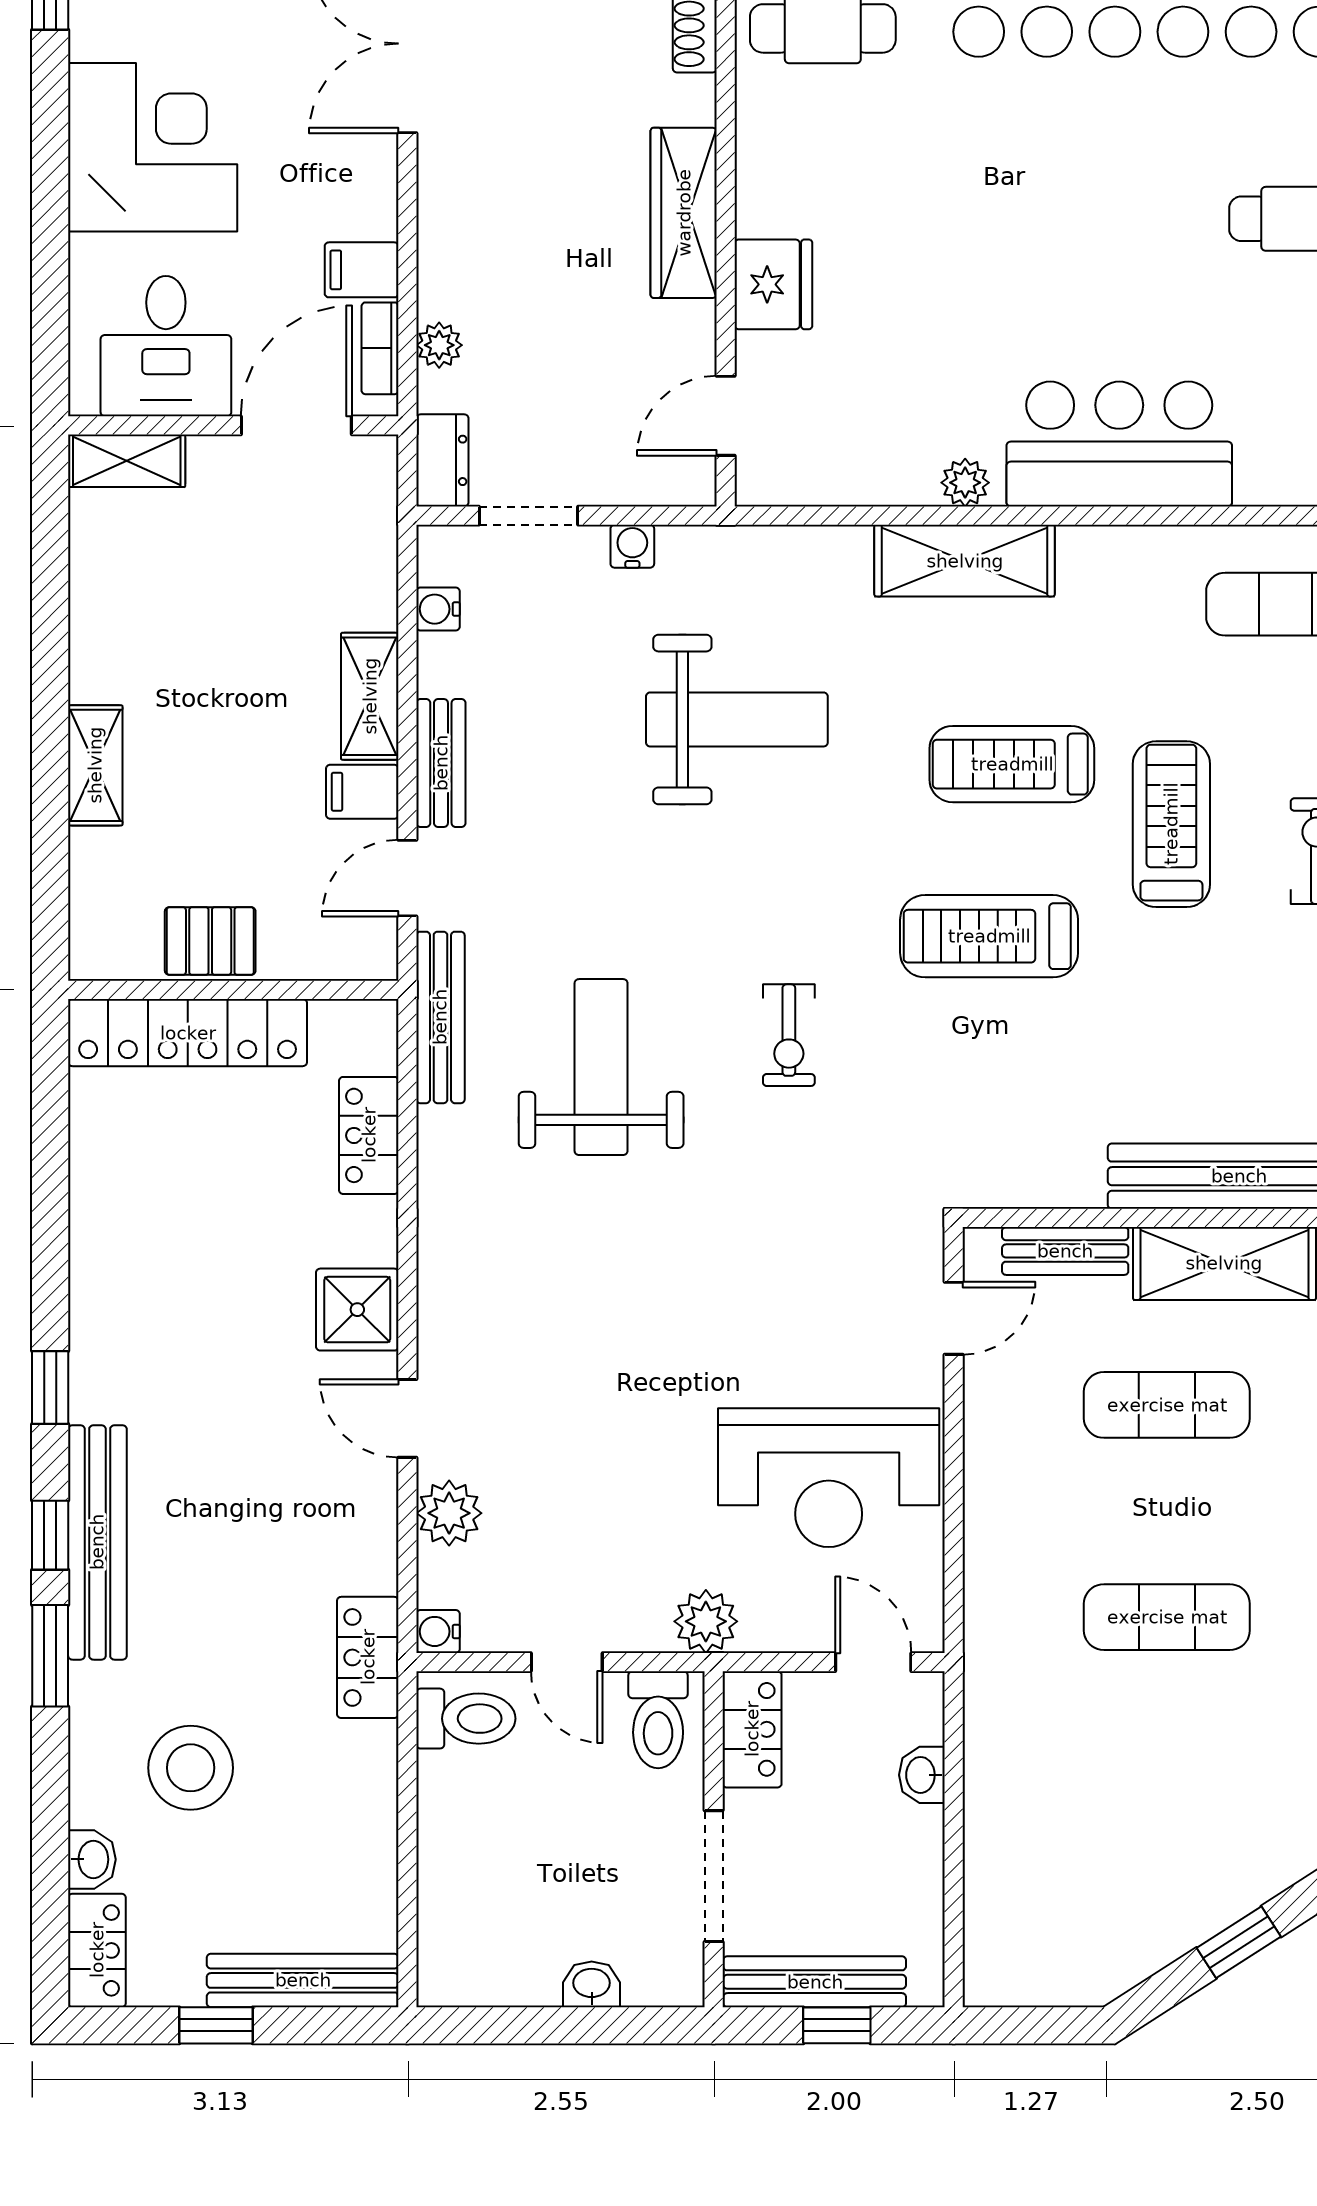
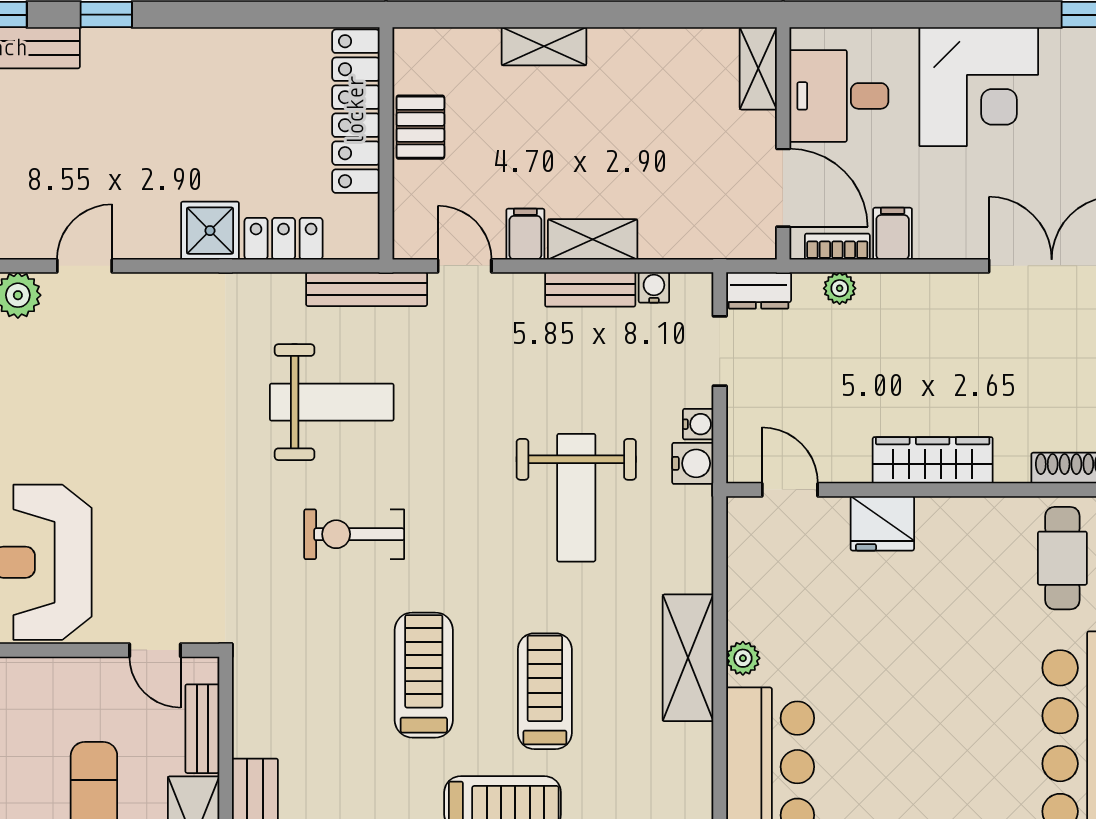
water cooler: (688, 554) -> (693, 463), added
bench: (441, 763) -> (590, 289), moved
exercise bike: (789, 1035) -> (354, 534), width x1.38, depth x1.39
shower: (357, 1310) -> (210, 231), moved

